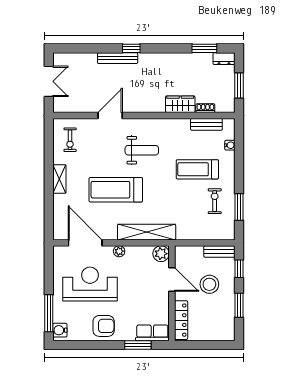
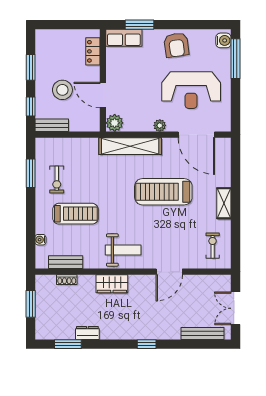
bench: (118, 58) -> (203, 334), moved
dresser: (224, 59) -> (87, 333), moved
wardrobe: (180, 104) -> (112, 284), moved
weight bench: (142, 150) -> (123, 250), moved, turned 180
treadmill: (116, 190) -> (163, 192), turned 180
locker: (181, 320) -> (93, 51), width x0.66
armchair: (104, 326) -> (176, 45), turned -98

